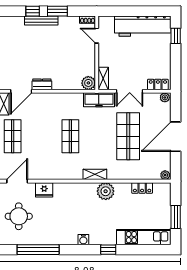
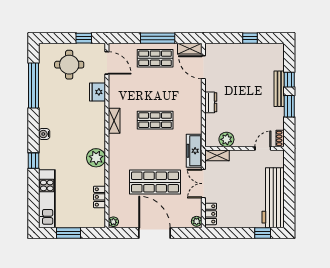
plant: (88, 83) -> (226, 139), moved
dresser: (42, 84) -> (211, 102), moved
shelving: (95, 174) -> (114, 121), moved

